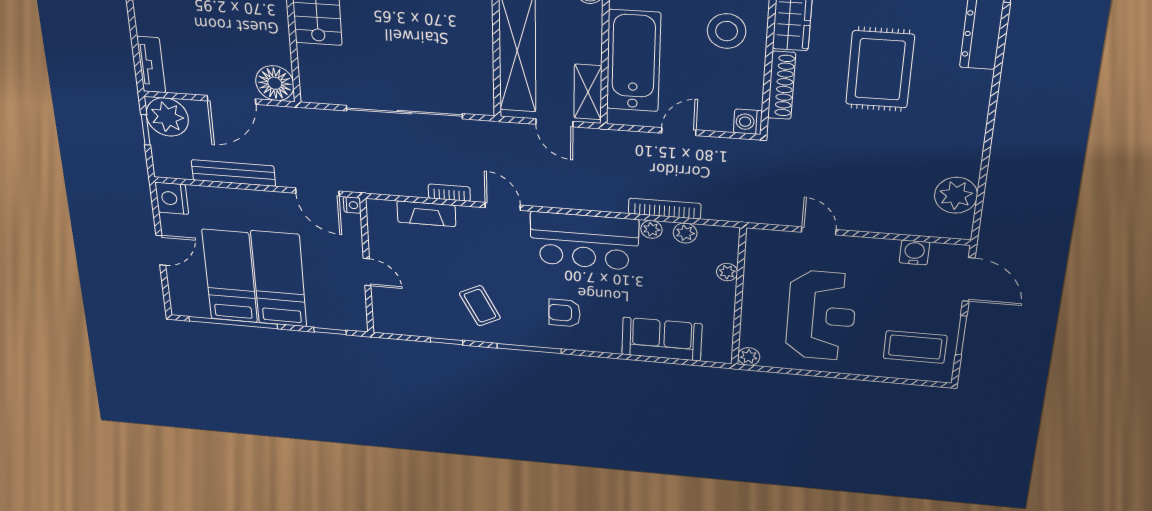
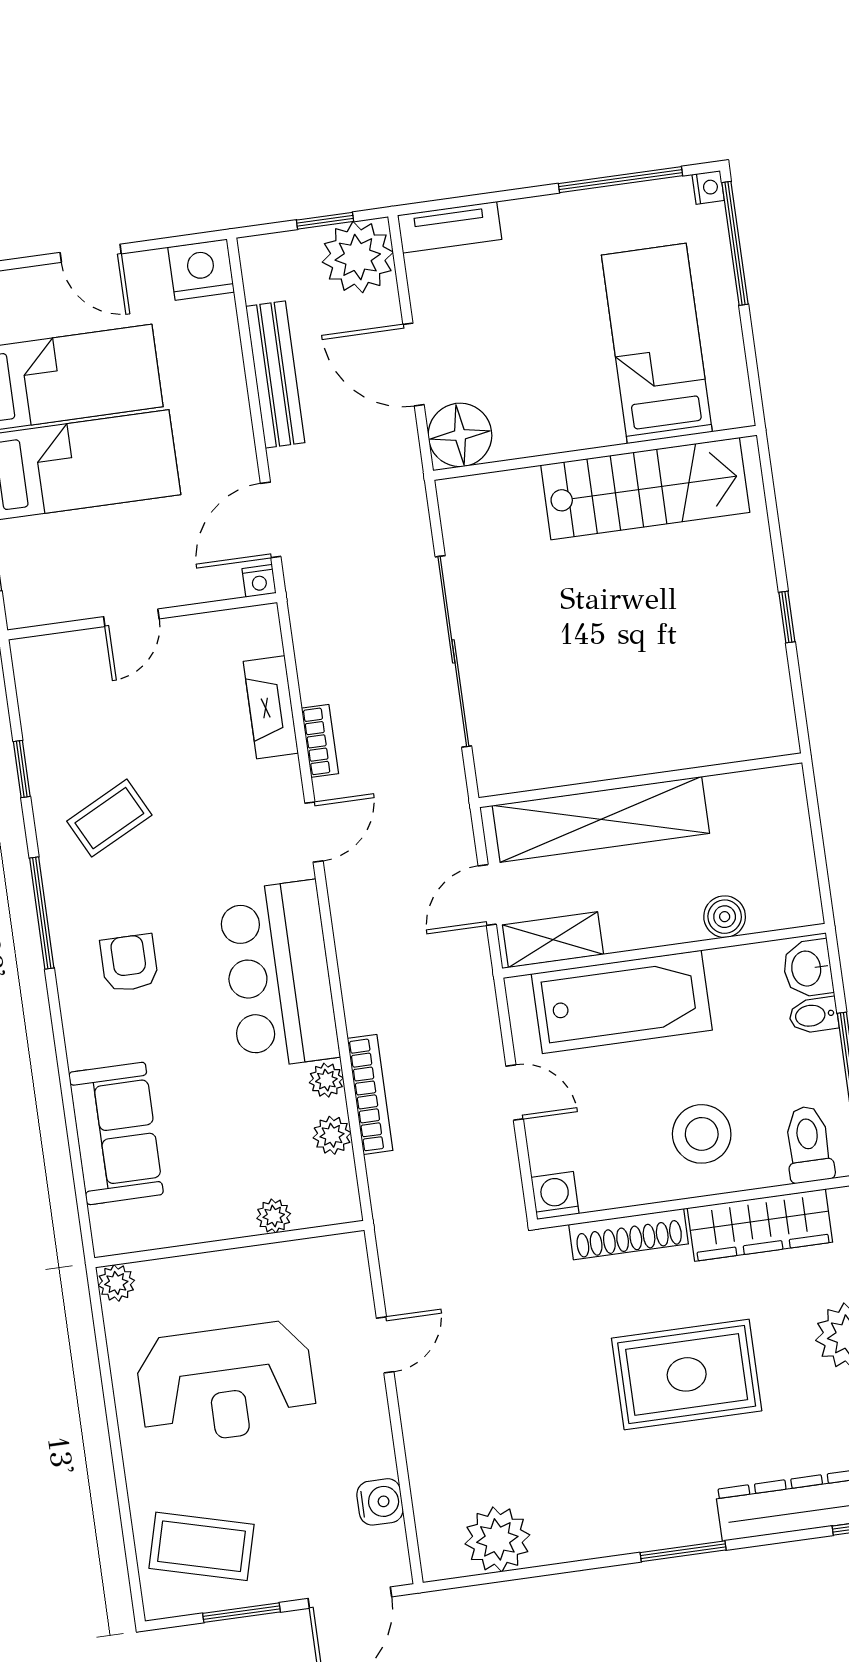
window: (994, 93) -> (683, 1551), added
coffee table: (915, 347) -> (201, 1546), turned -75

